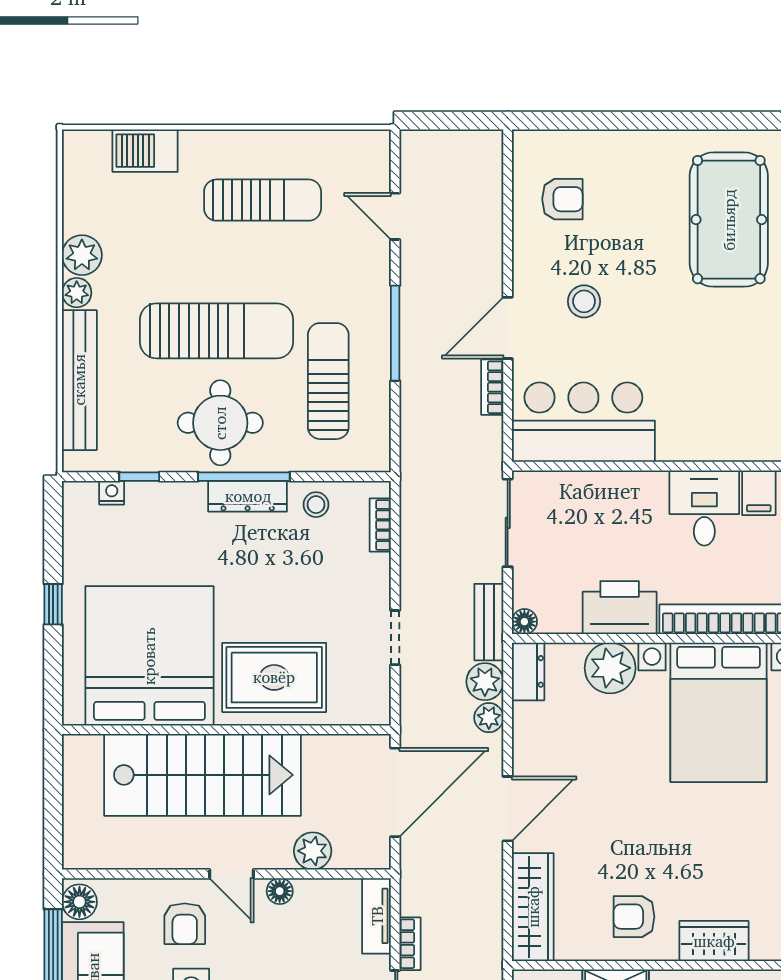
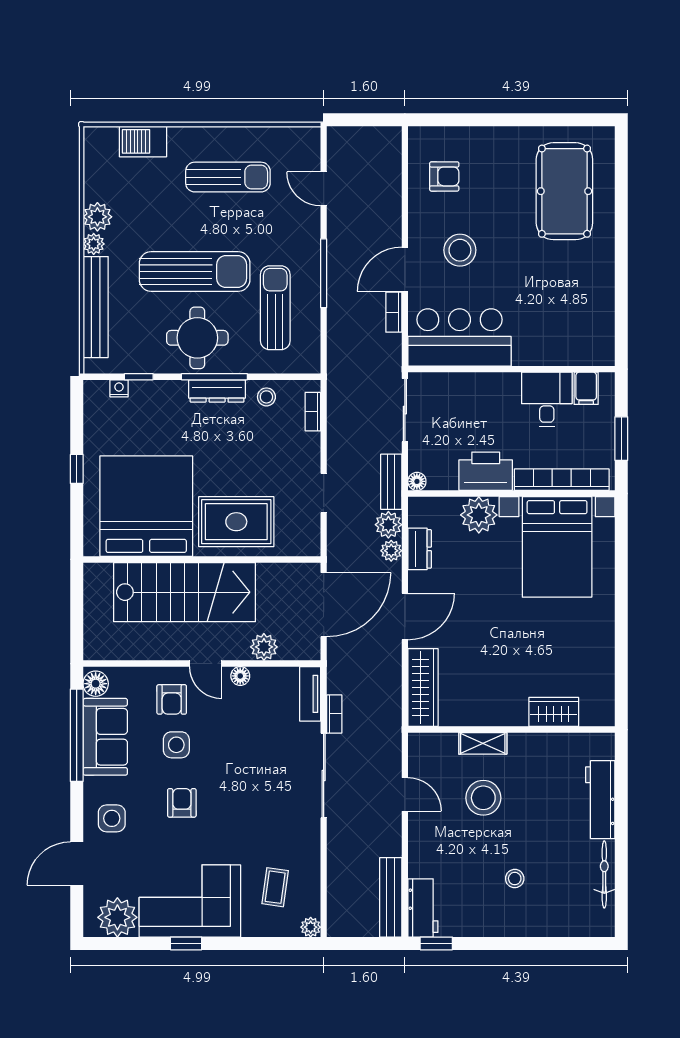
stool: (584, 301) -> (460, 250), width x1.38, depth x1.38
dresser: (528, 671) -> (420, 549), moved
armchair: (634, 917) -> (496, 694), removed

